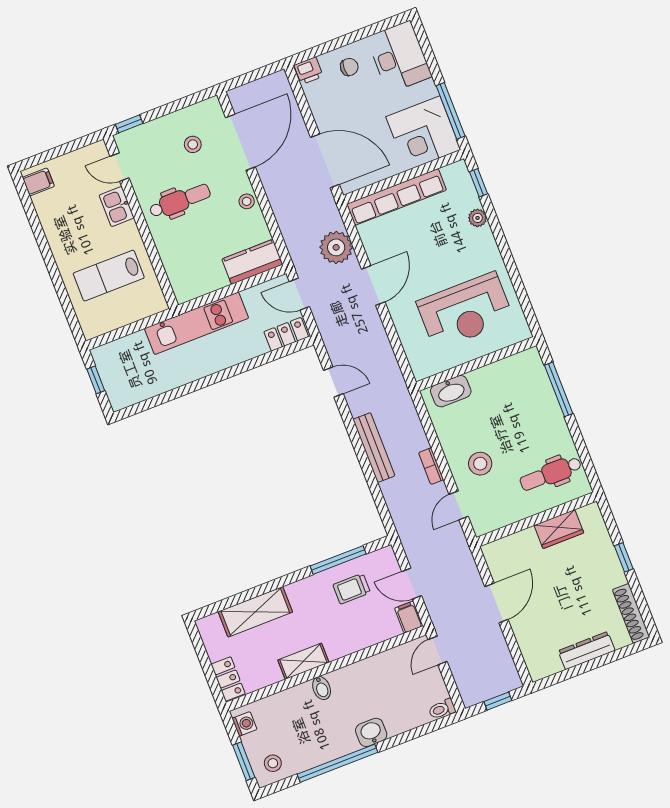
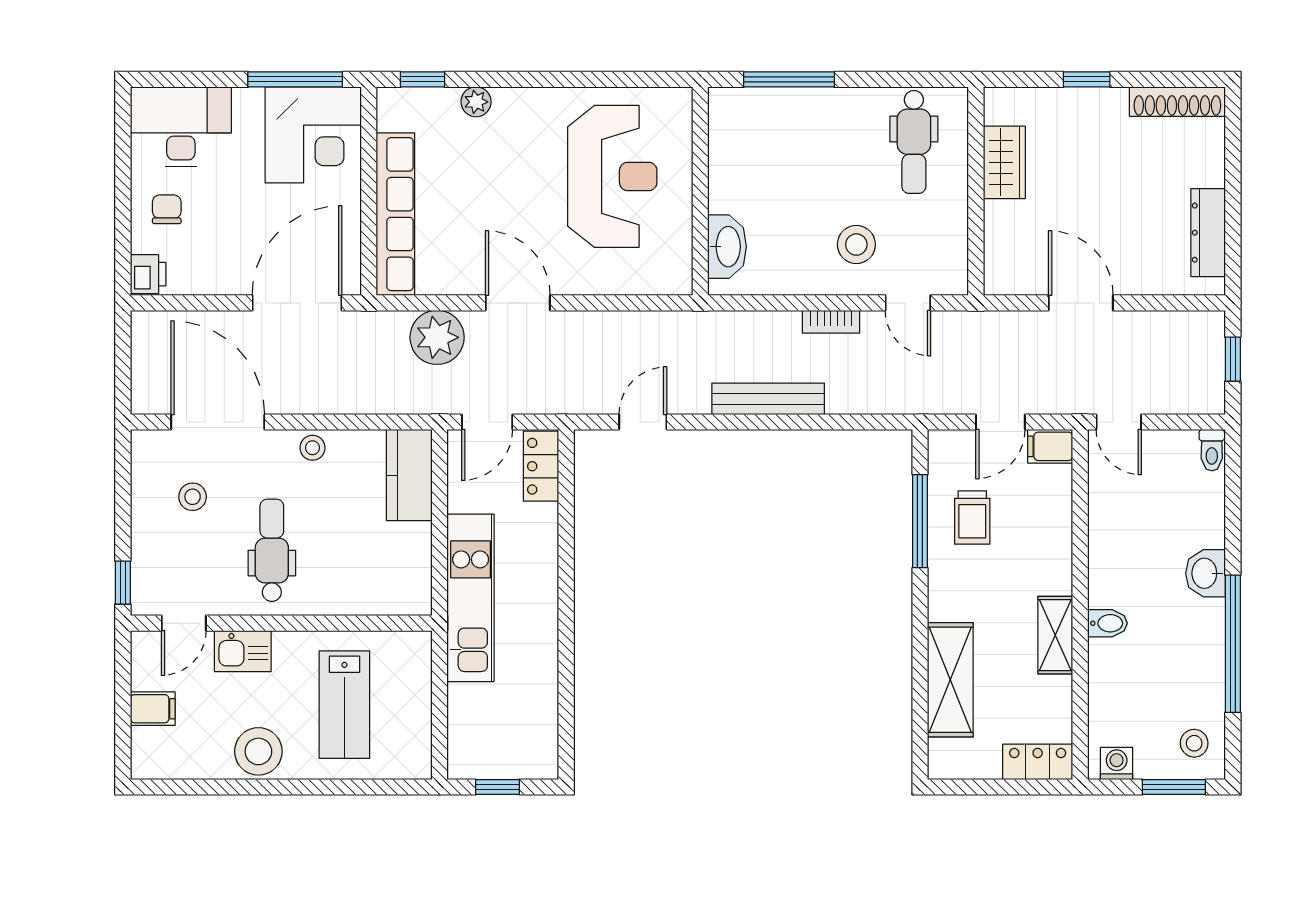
filing cabinet: (38, 182) -> (153, 709), moved, turned 90
stool: (64, 237) -> (258, 751), added
dresser: (587, 651) -> (1208, 233), moved

